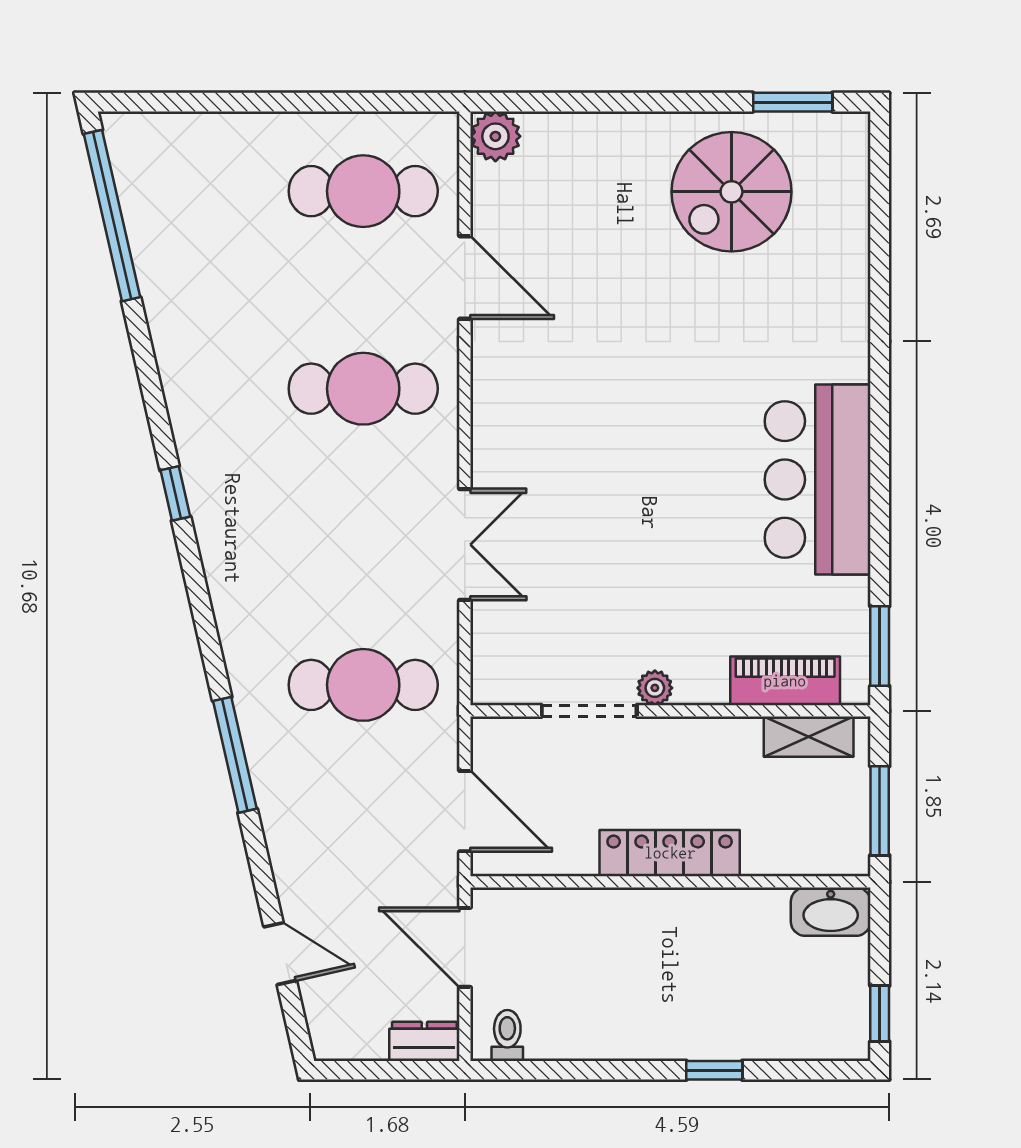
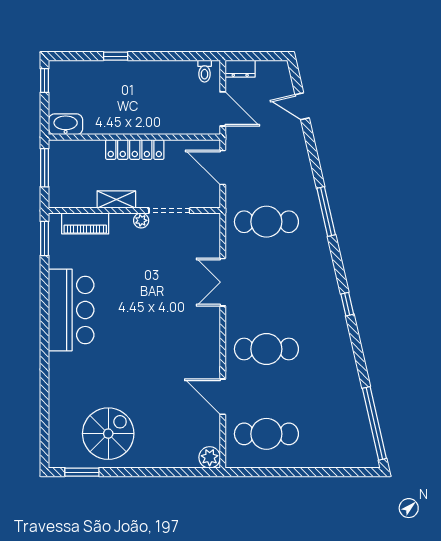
shelving: (809, 737) -> (116, 200), moved
window: (235, 755) -> (326, 212), moved

